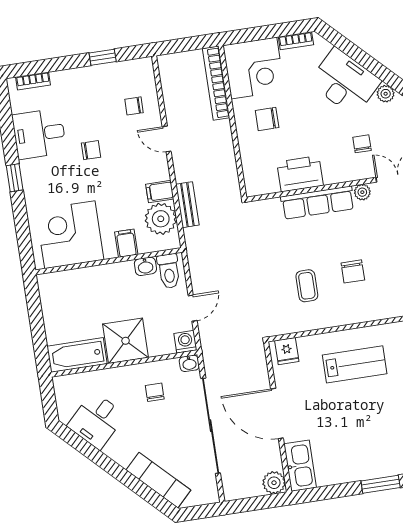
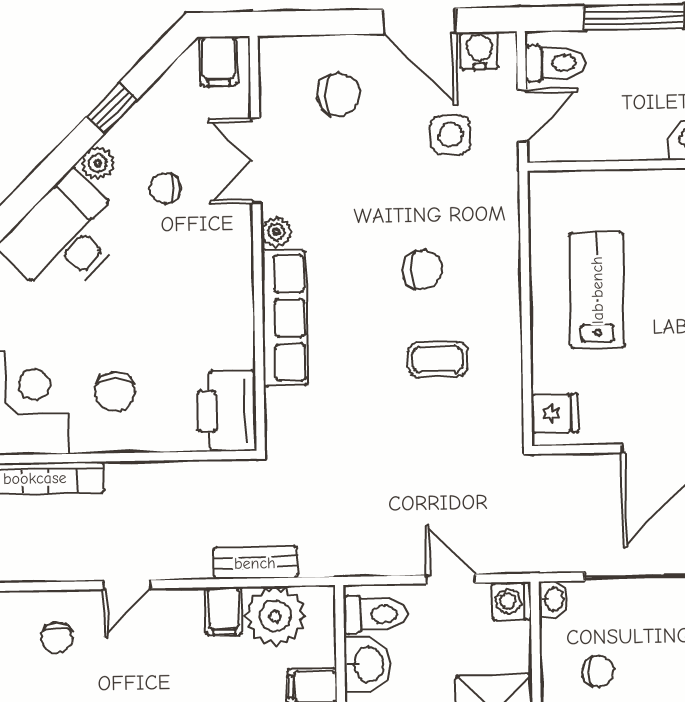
chair: (362, 144) -> (165, 188), moved
printer: (300, 174) -> (227, 411), moved
washbasin: (145, 266) -> (368, 664), width x1.38, depth x1.45
chair: (155, 392) -> (598, 671), turned 180

